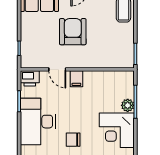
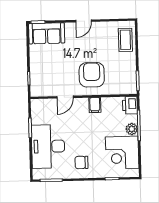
armchair: (73, 32) -> (92, 75), moved
door: (57, 69) -> (65, 97), hinge flipped
printer: (30, 78) -> (130, 105), moved, turned 90
filing cabinet: (76, 79) -> (95, 105), moved

